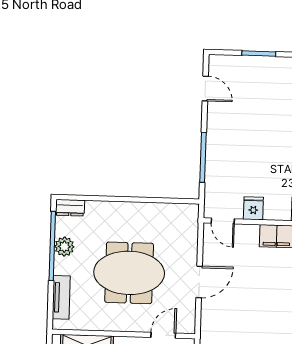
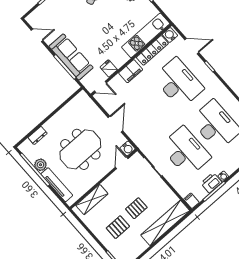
sofa: (221, 152) -> (71, 57), added
dresser: (70, 208) -> (38, 135), moved
tv unit: (61, 297) -> (57, 185), width x1.41
water cooler: (186, 325) -> (128, 148), added

